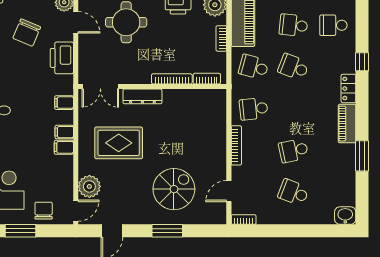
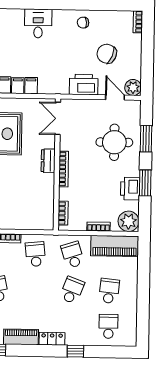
door: (76, 22) -> (115, 97), swing flipped
school desk: (254, 67) -> (73, 255), turned -33
bookcase: (172, 79) -> (64, 169), moved
dresser: (142, 96) -> (48, 161), width x0.70
filing cabinet: (64, 103) -> (31, 86), moved

